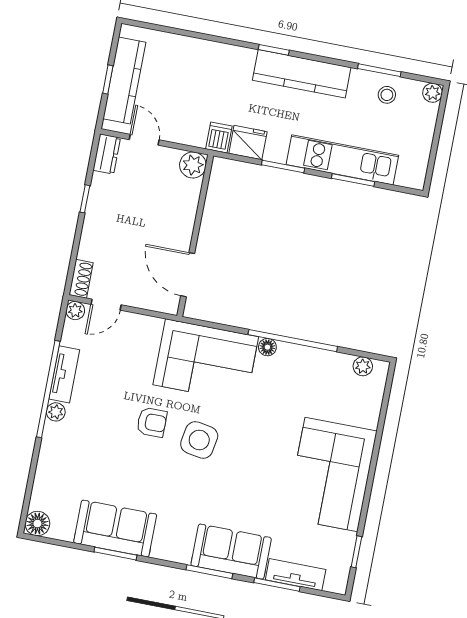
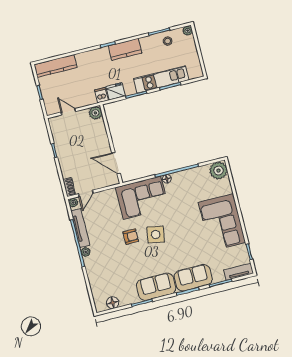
kitchen counter: (302, 74) -> (125, 49), width x0.67
kitchen counter: (124, 80) -> (55, 66), moved, turned 90
dresser: (107, 154) -> (55, 126), removed
plant: (363, 366) -> (218, 171), width x1.88, depth x1.88
tv unit: (64, 374) -> (80, 228), width x1.41
floor lamp: (37, 524) -> (113, 303), moved
sofa: (115, 529) -> (156, 287), moved
tv unit: (296, 575) -> (238, 272), moved

